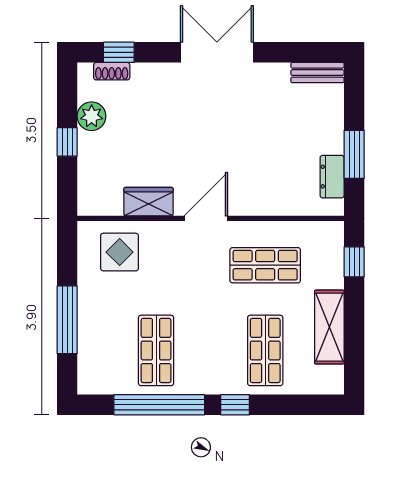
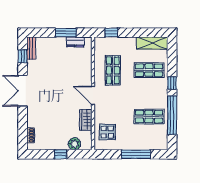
window: (119, 52) -> (23, 56), moved
plant: (92, 116) -> (74, 144), moved
shelving: (329, 327) -> (152, 43), moved

